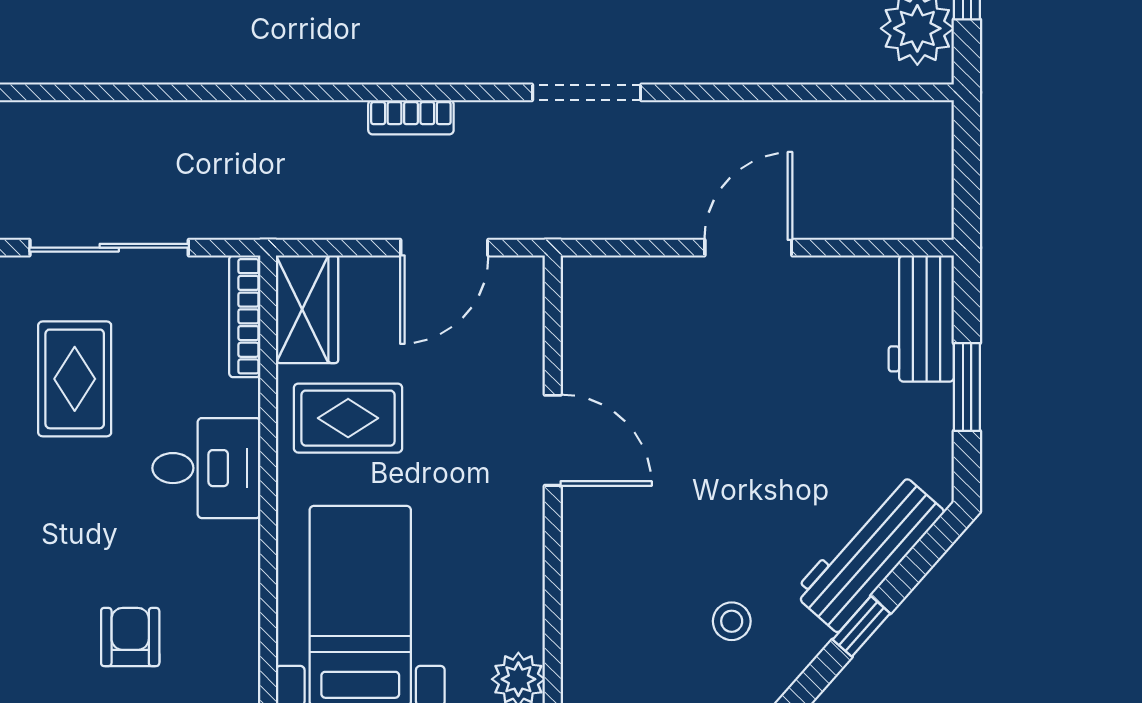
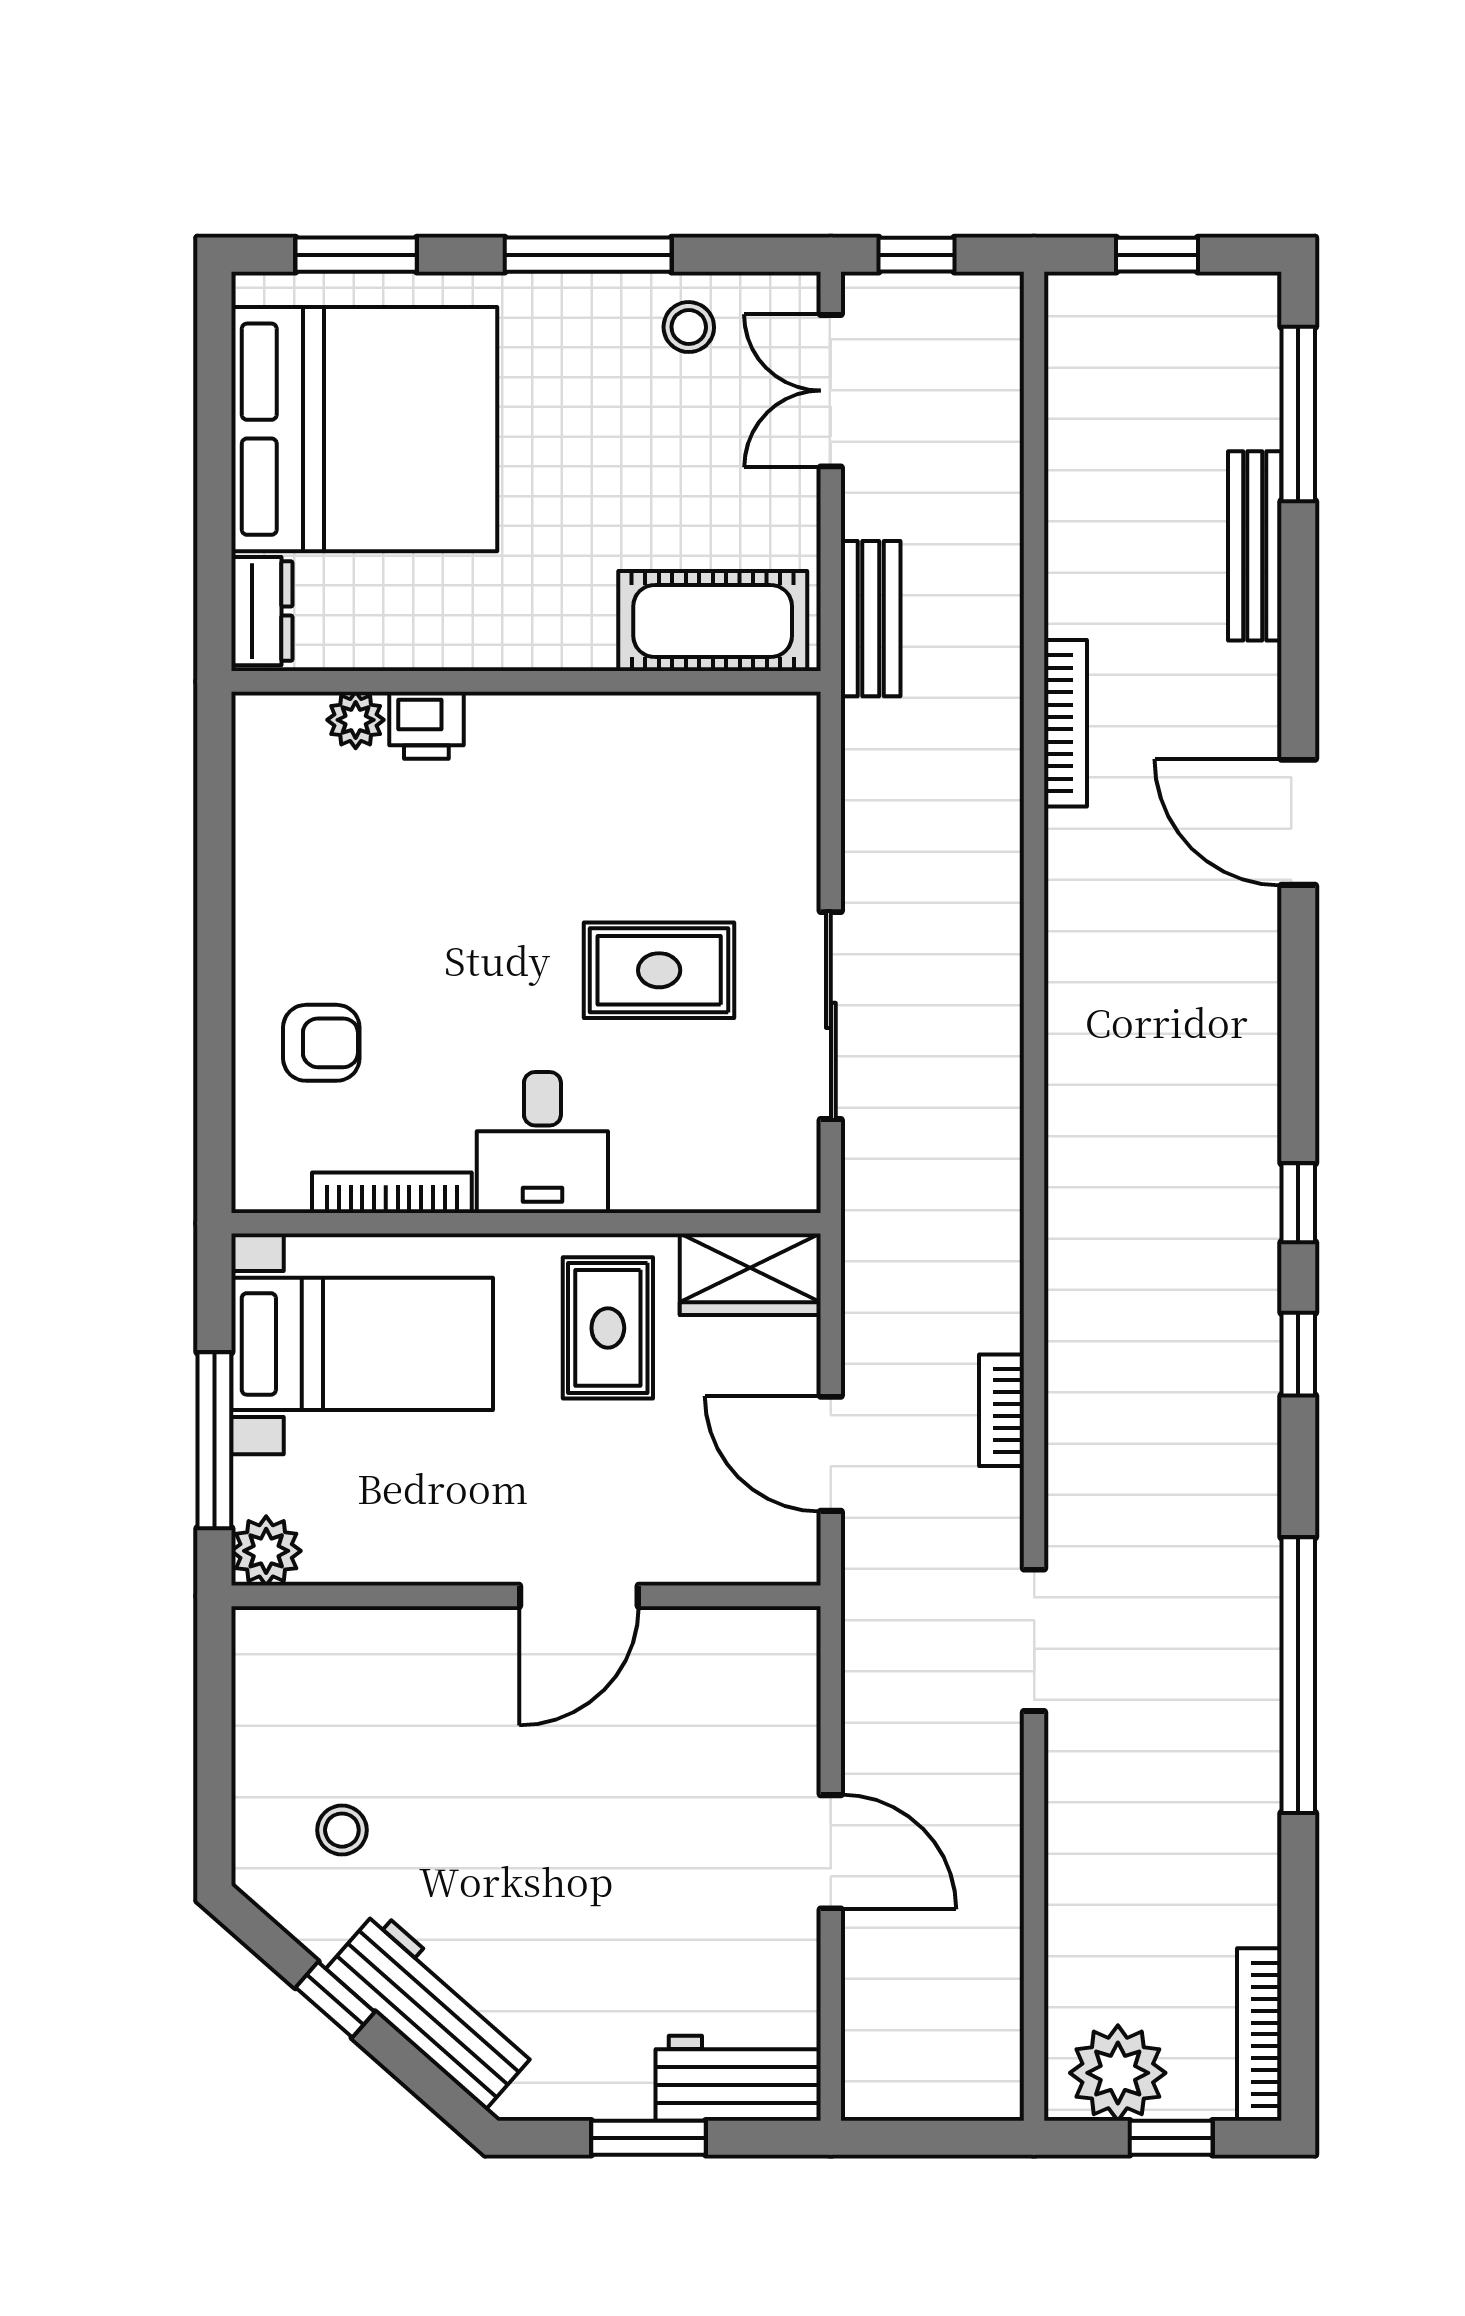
bookcase: (245, 316) -> (392, 1193), moved

